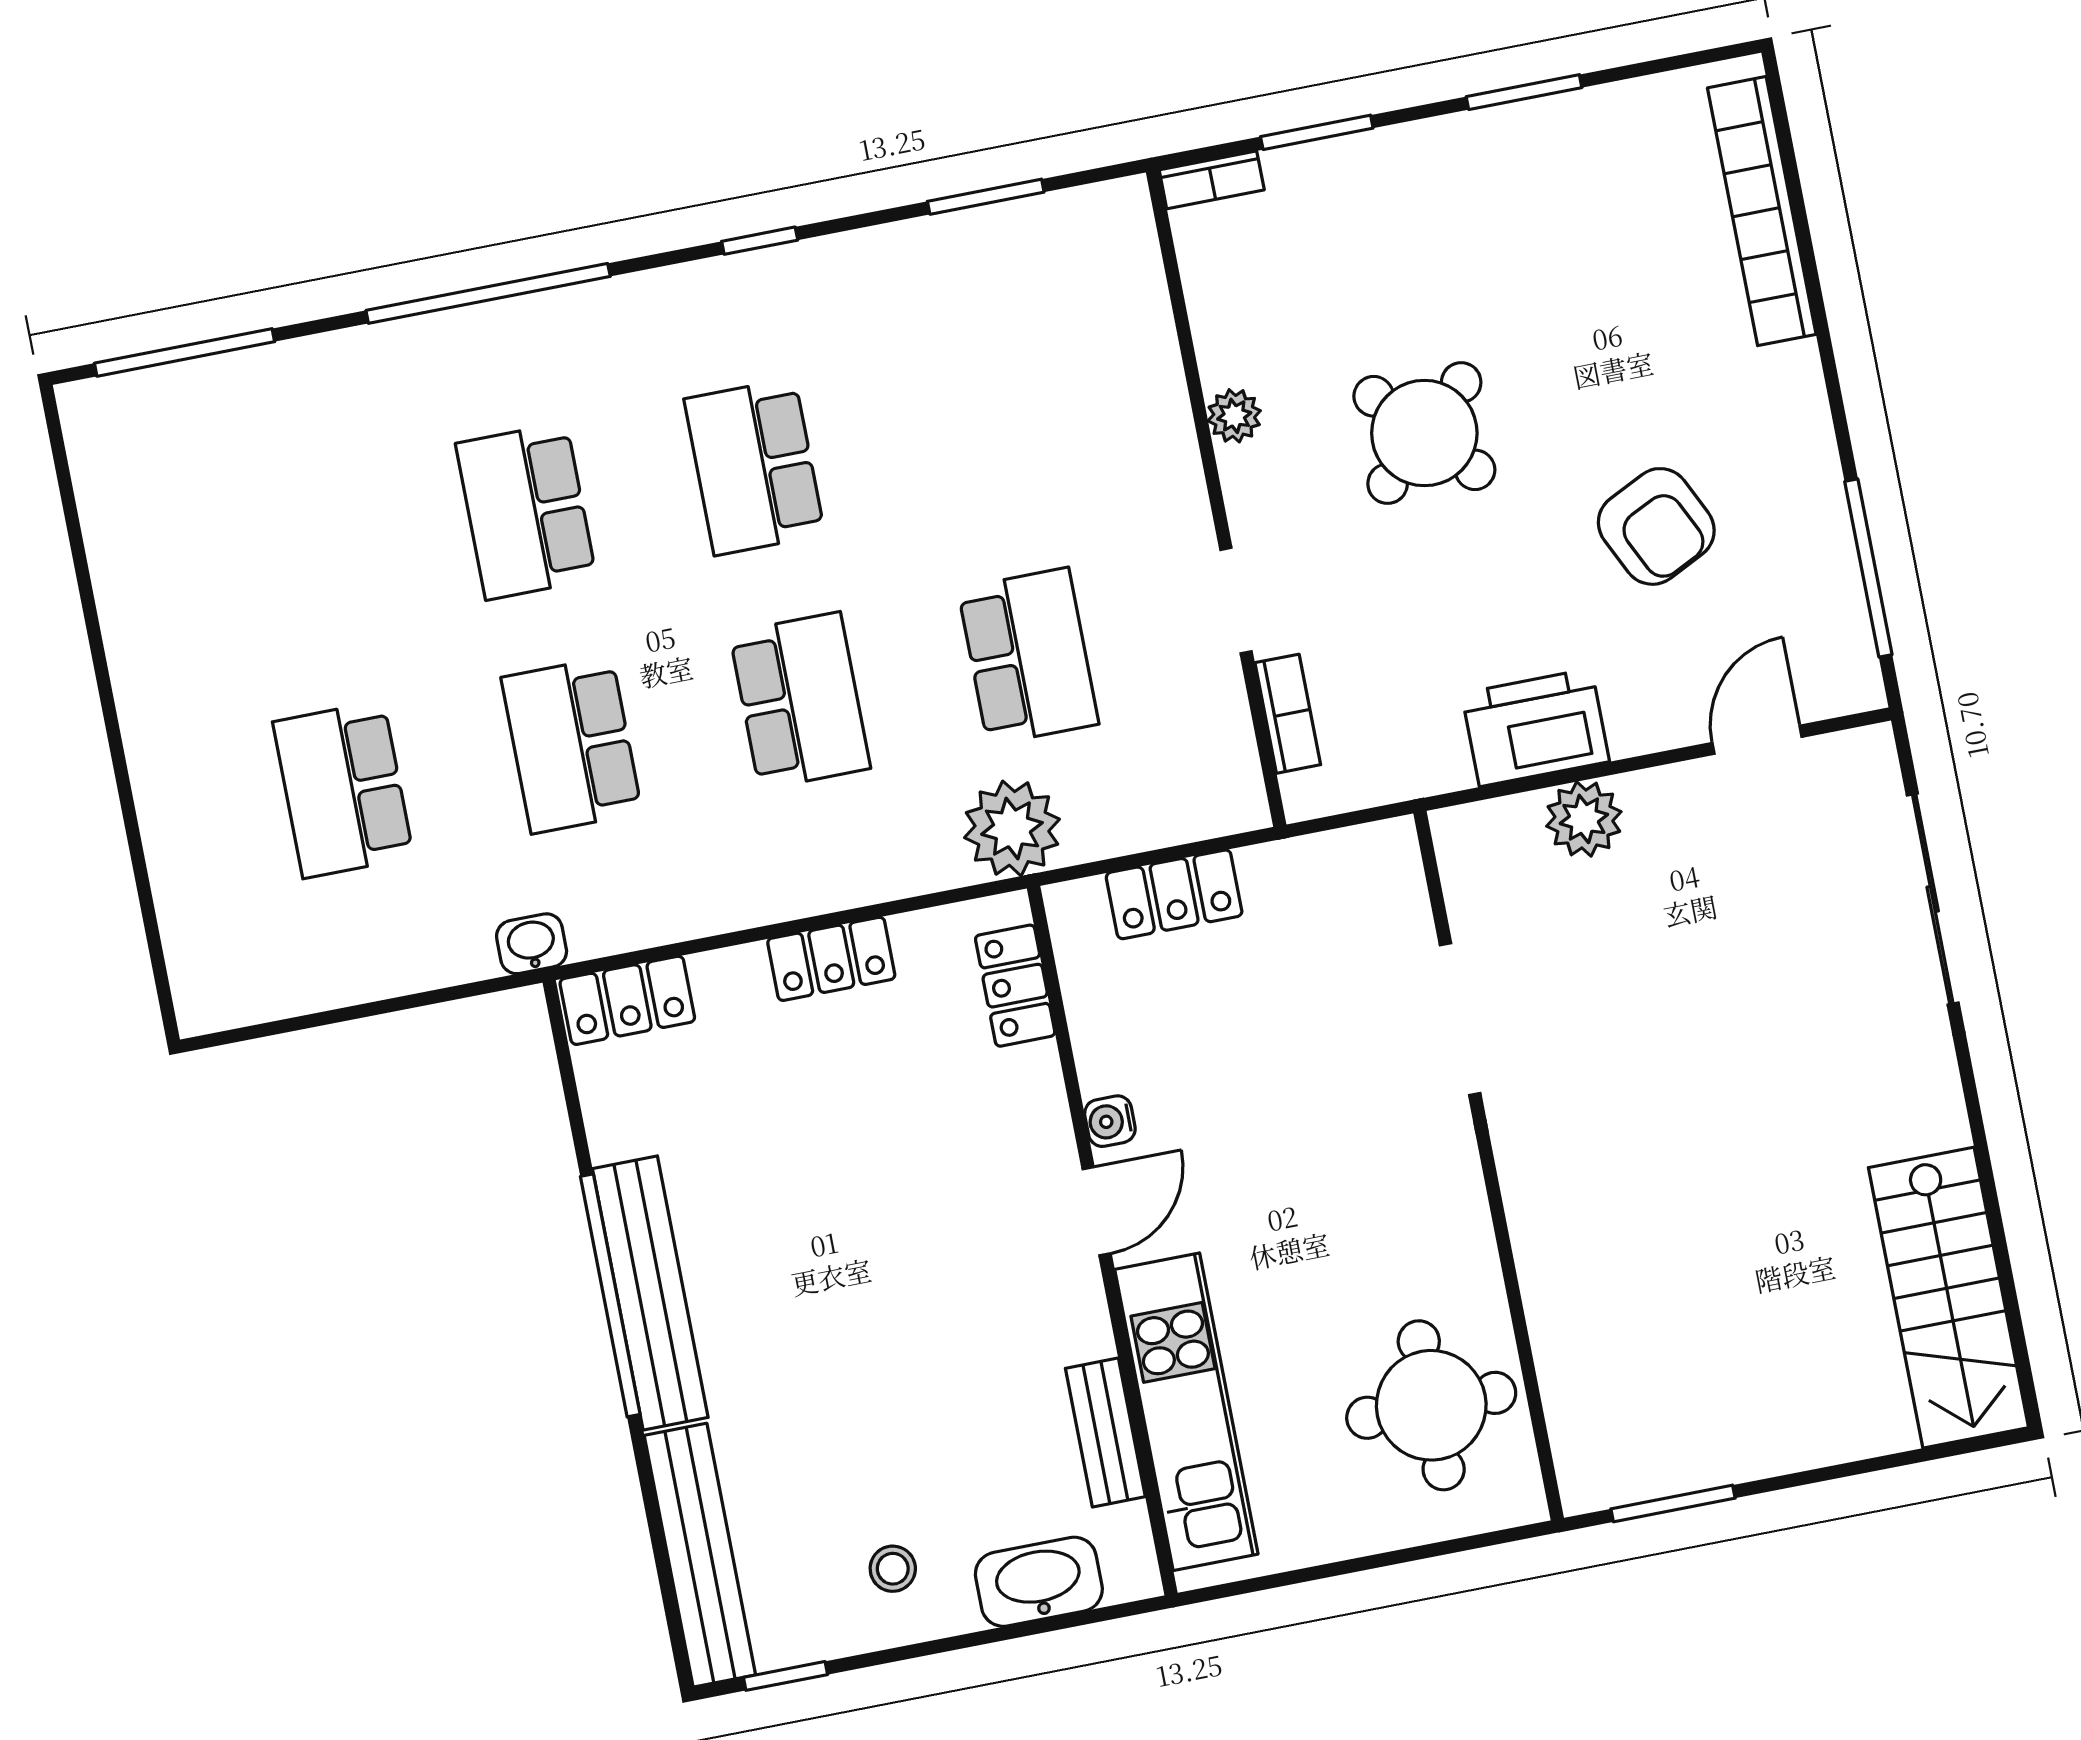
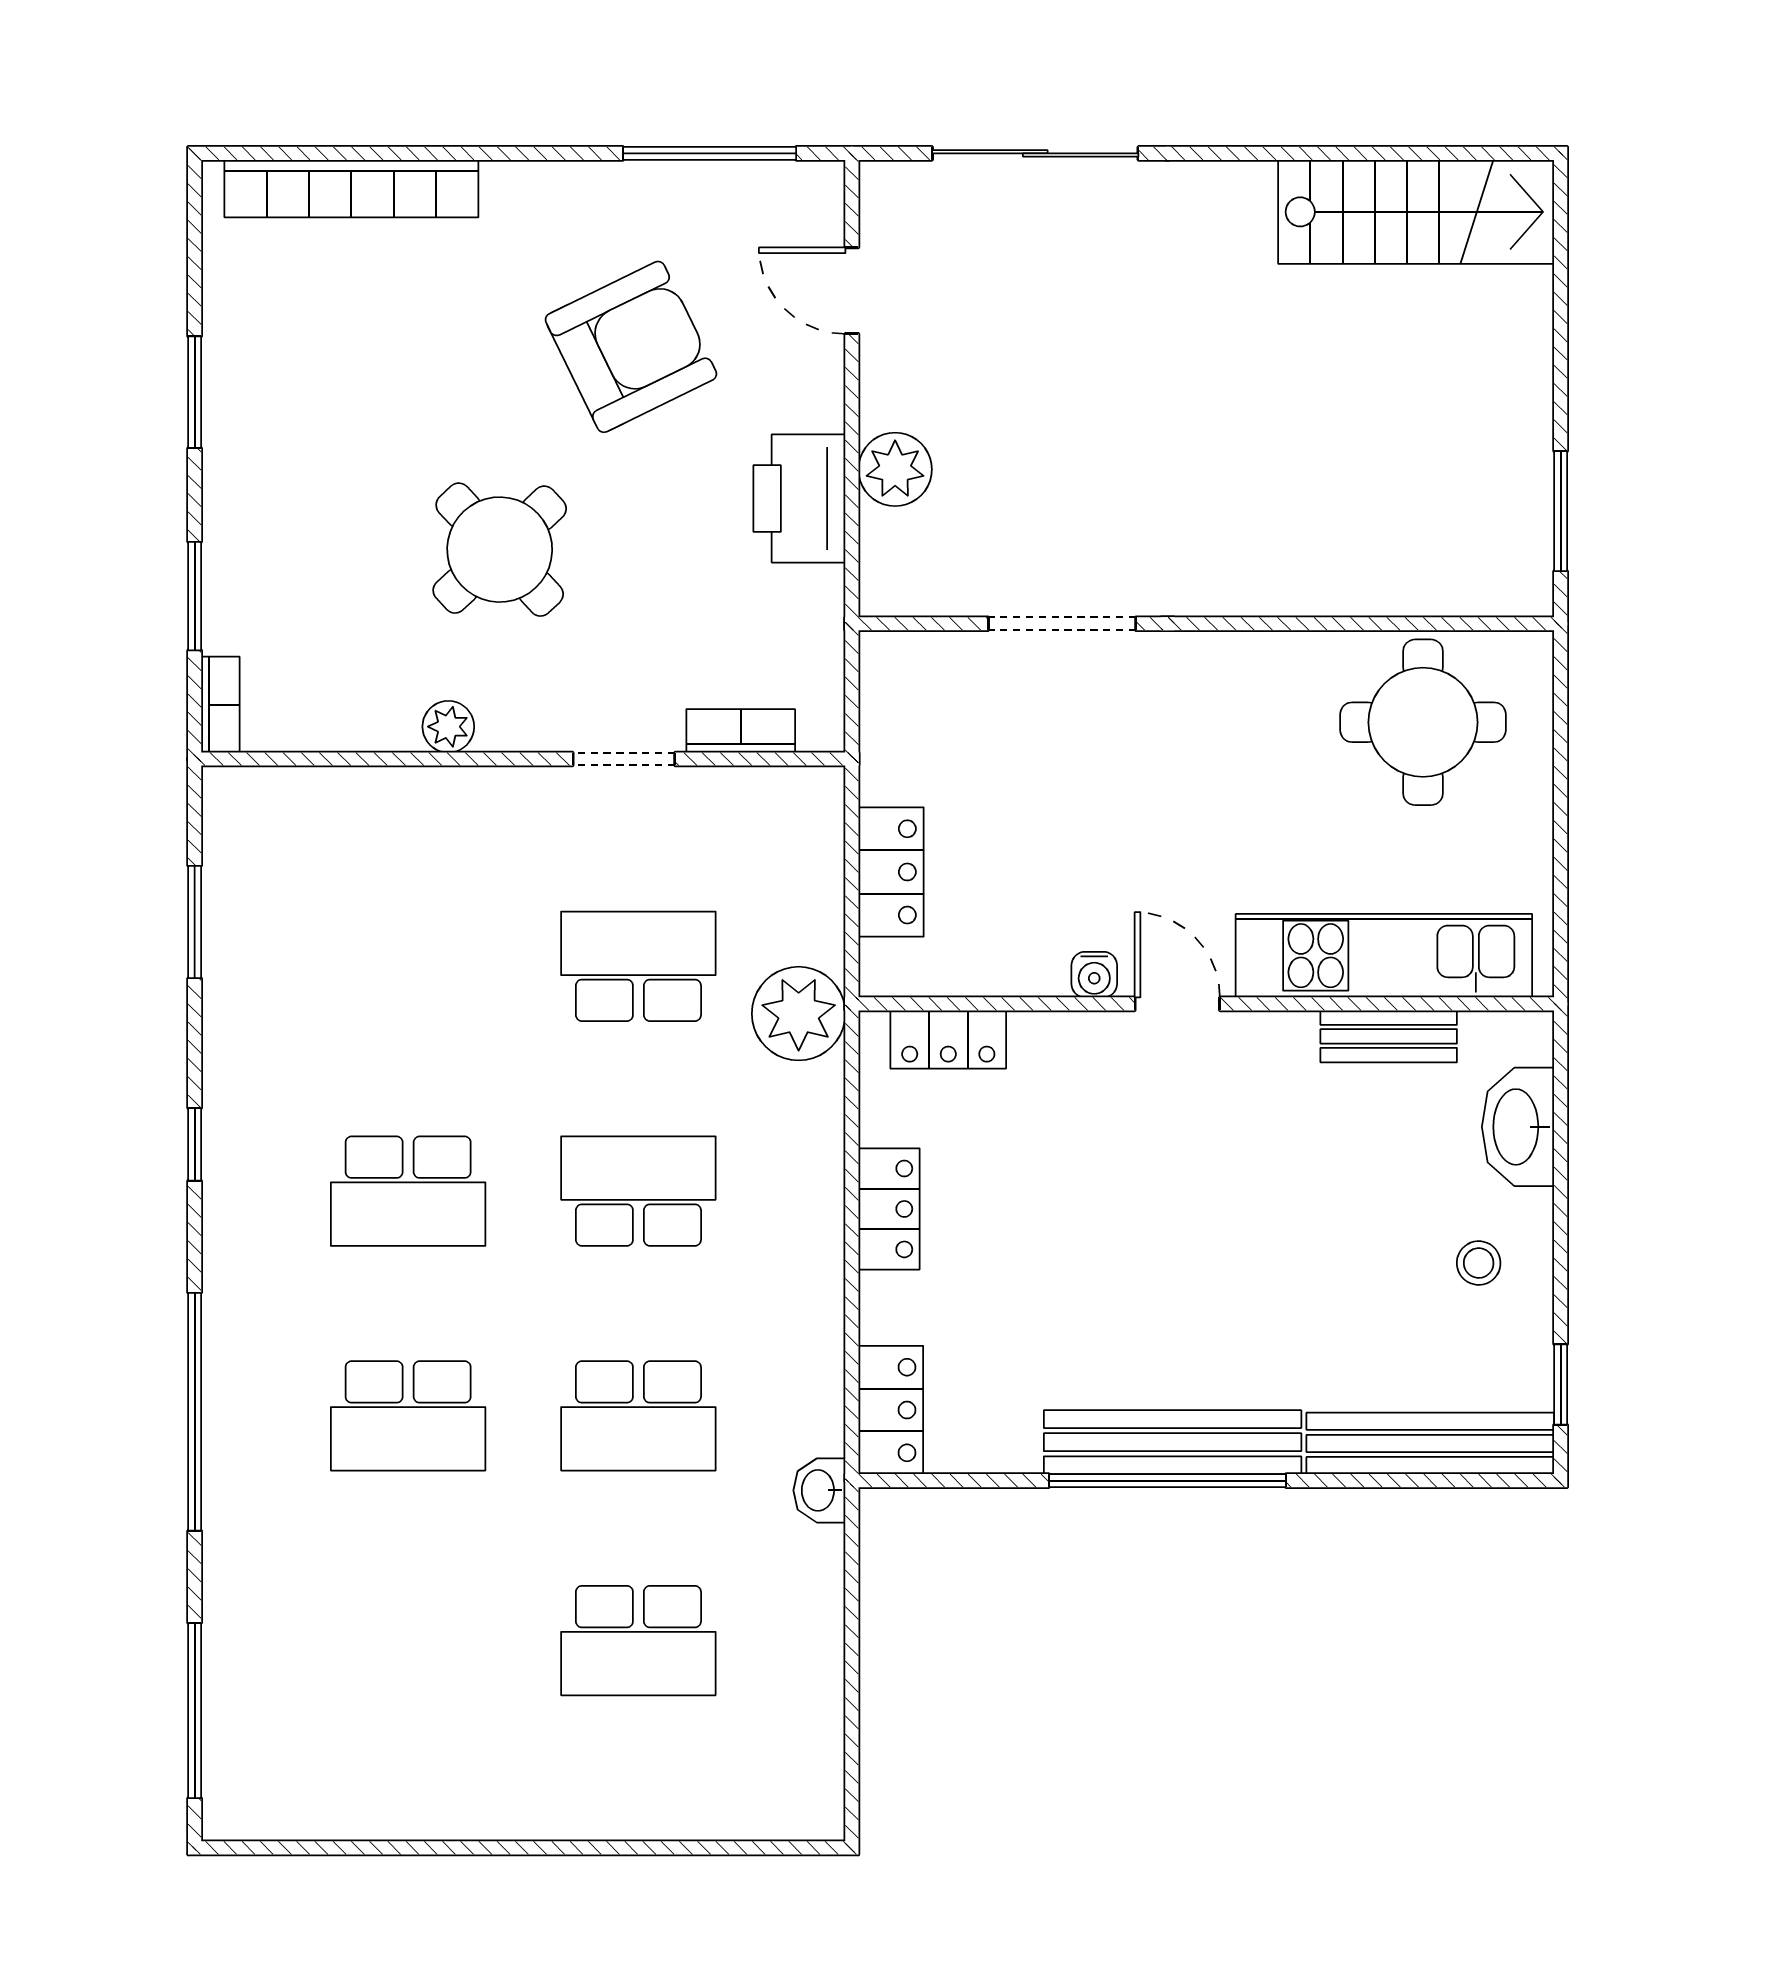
armchair: (1656, 526) -> (631, 347), width x1.36, depth x1.36

